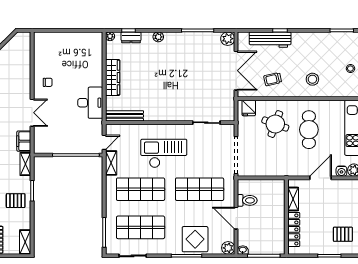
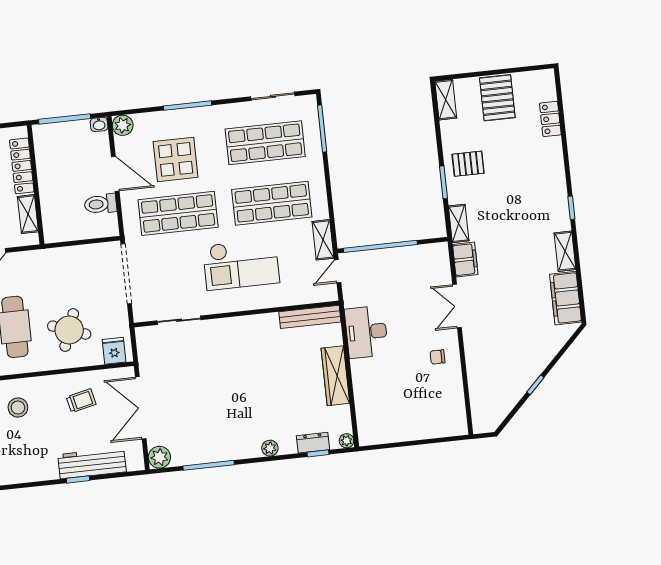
display table: (195, 239) -> (176, 159), moved

